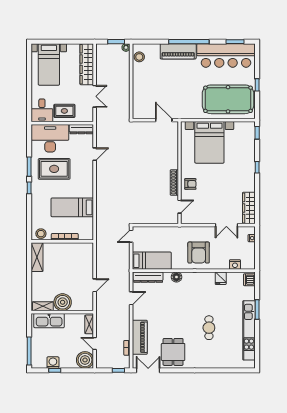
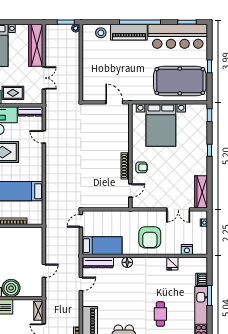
stool: (139, 57) -> (101, 33), moved
door: (95, 154) -> (44, 137), swing flipped
dishwasher: (249, 280) -> (202, 279), moved

